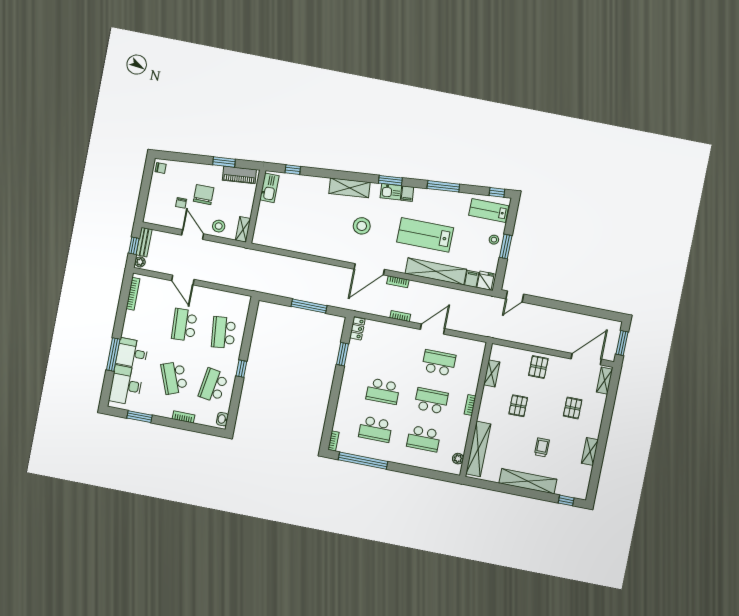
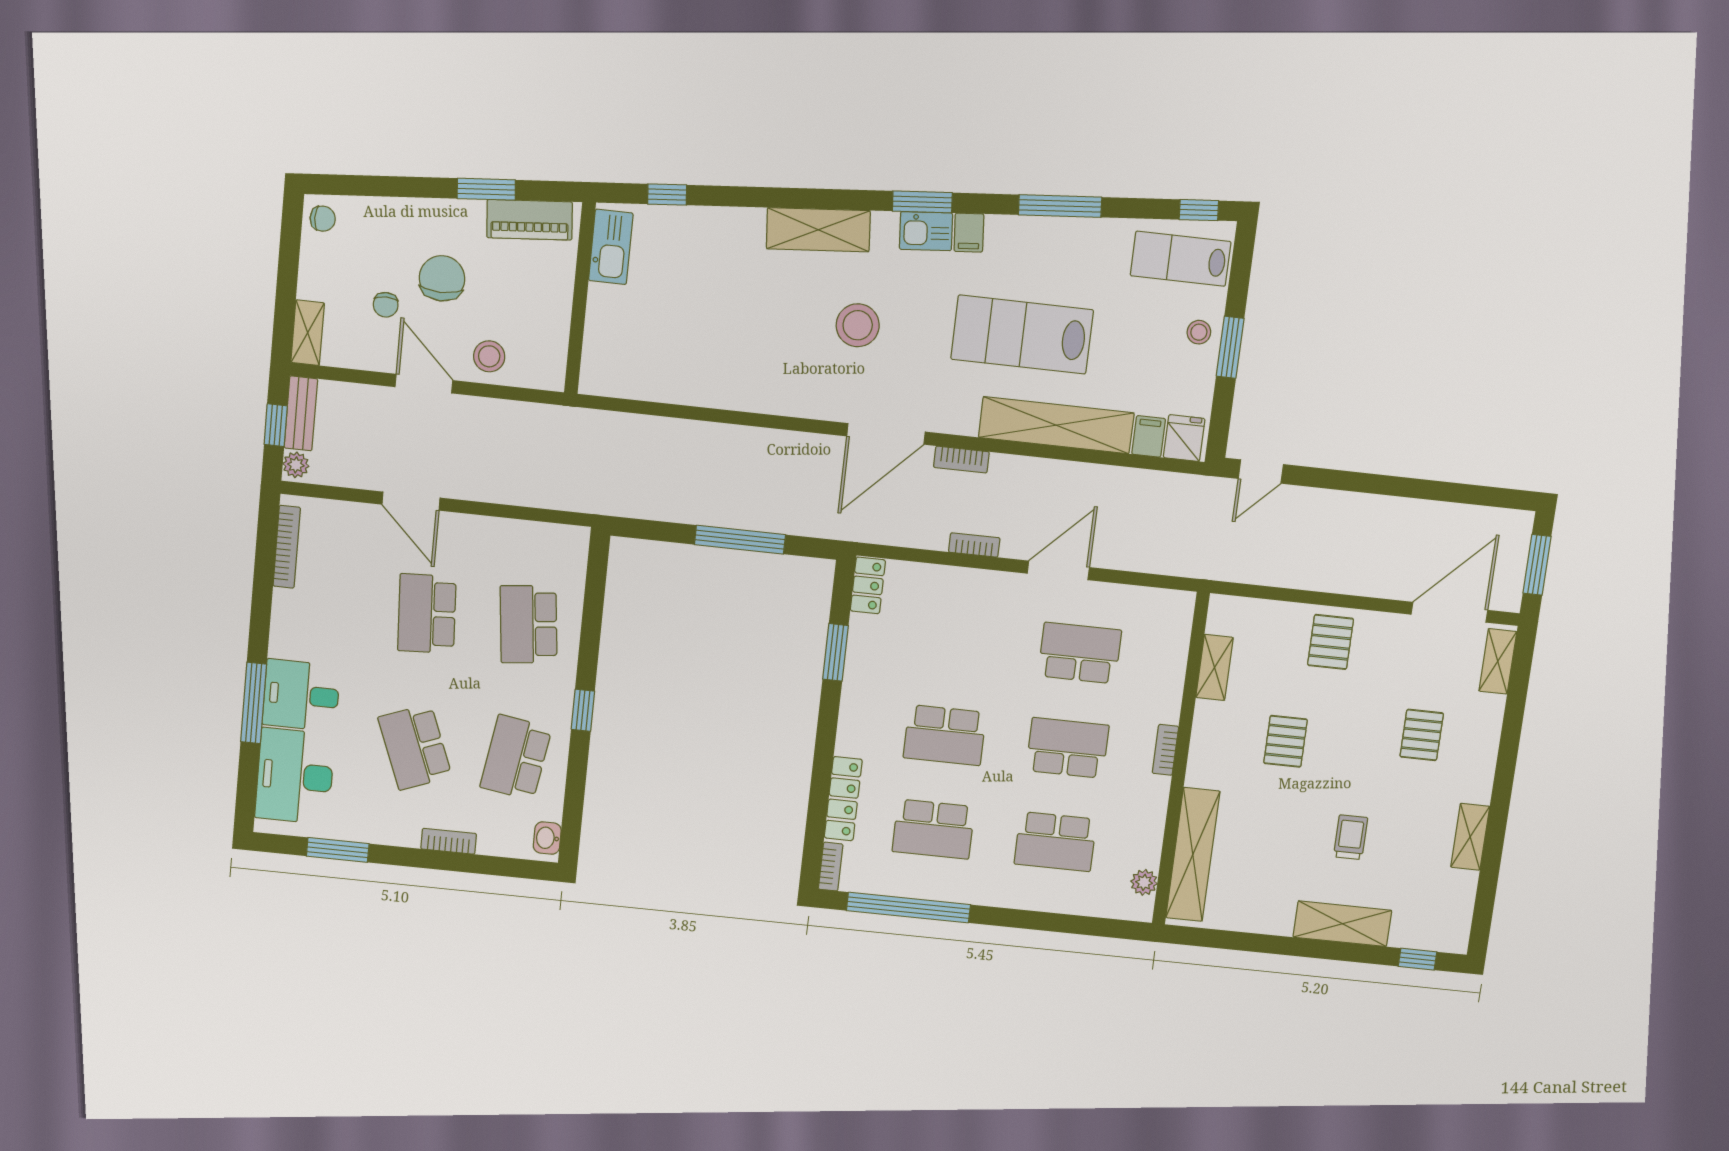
shelving: (243, 229) -> (308, 333), moved
locker: (341, 414) -> (843, 799), added
shelving: (528, 481) -> (1342, 924), width x0.68

